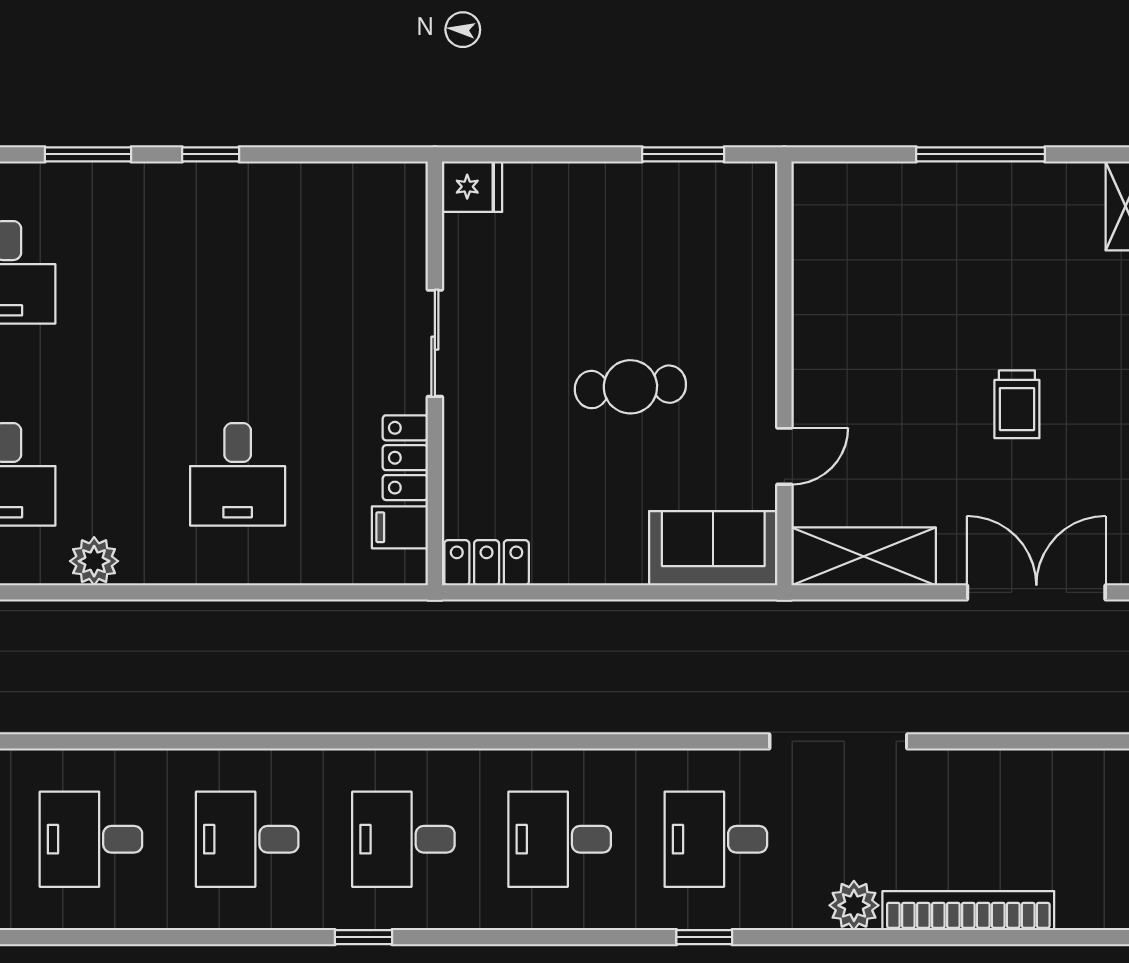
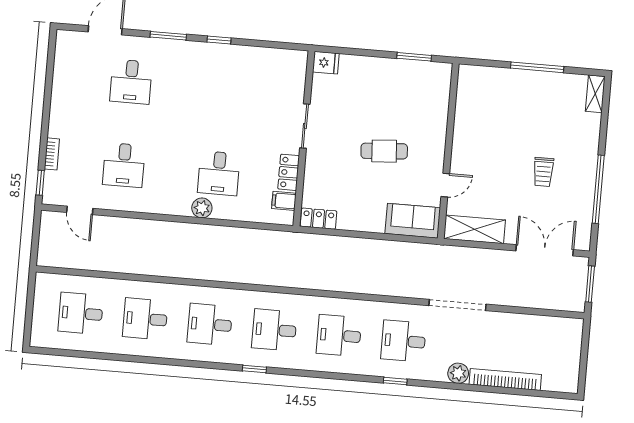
plant: (94, 561) -> (202, 208), moved

